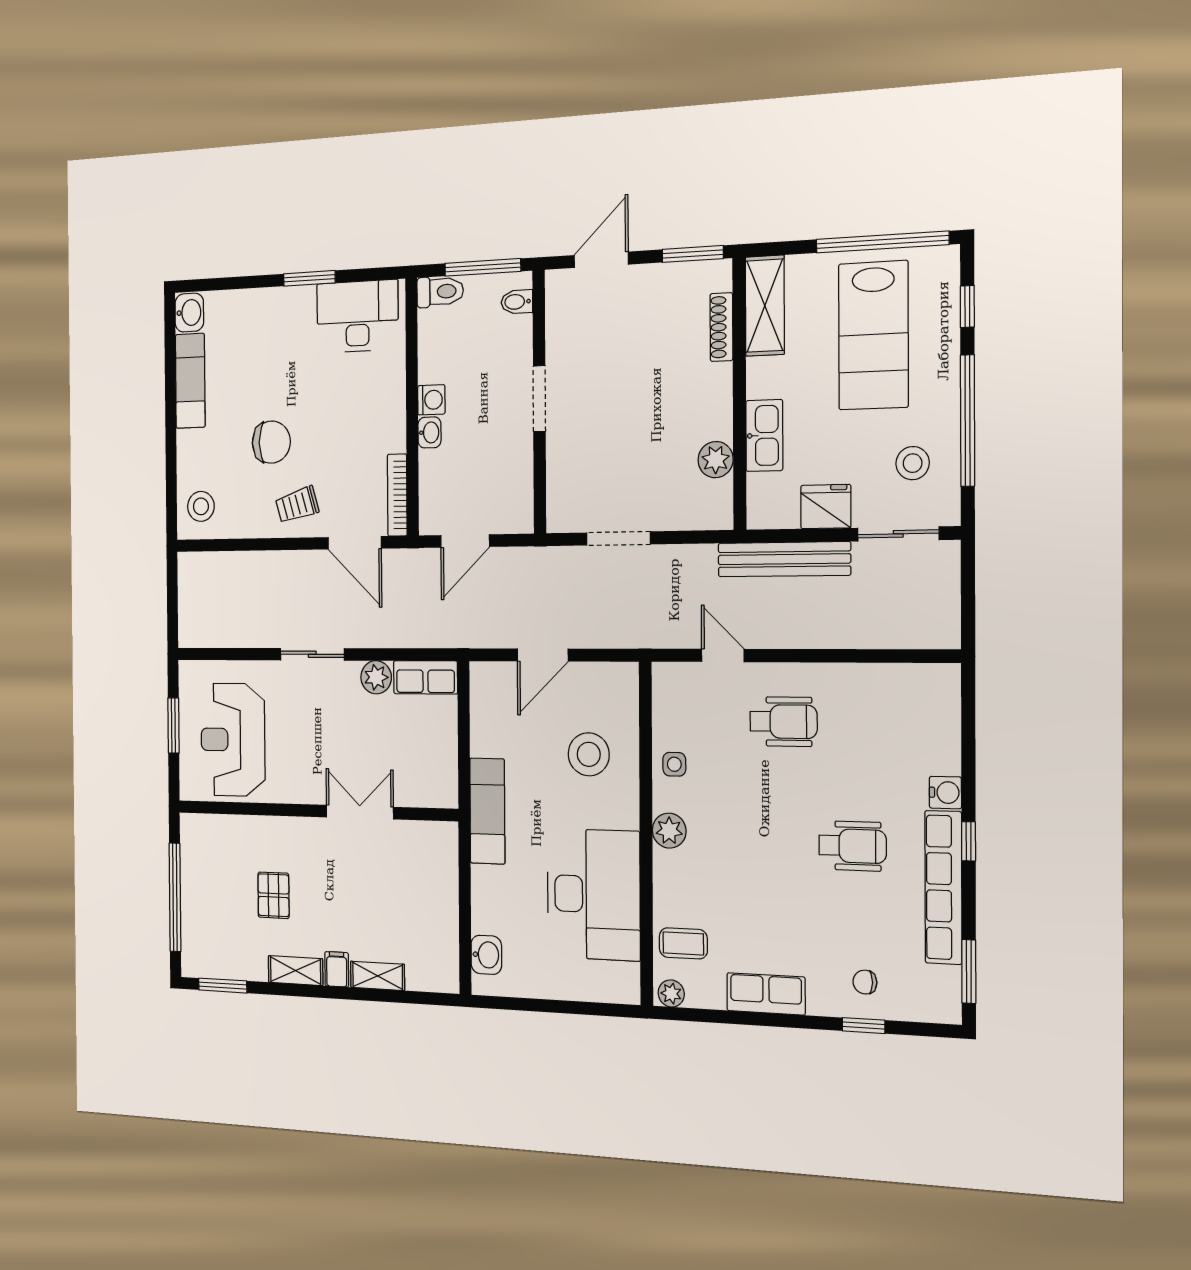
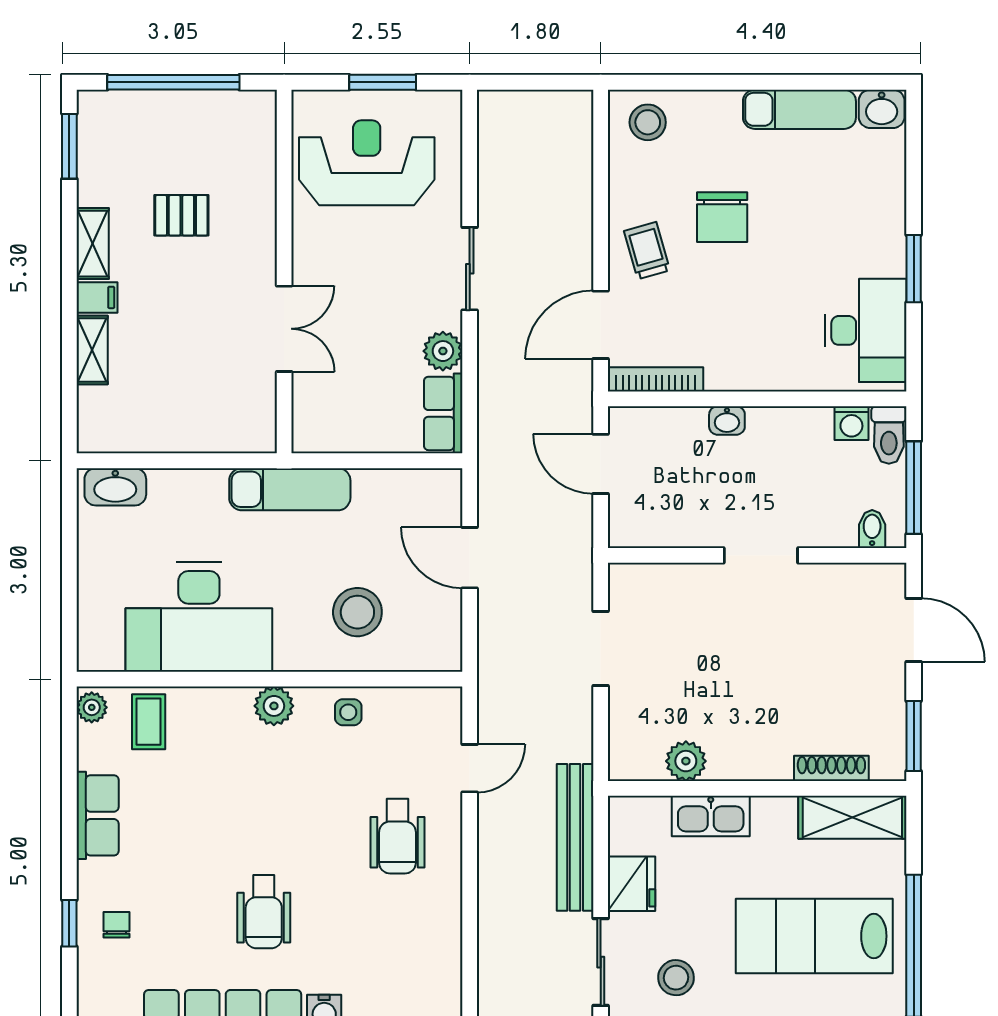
washing machine: (431, 400) -> (851, 423), moved
washbasin: (486, 955) -> (115, 487), width x1.38

